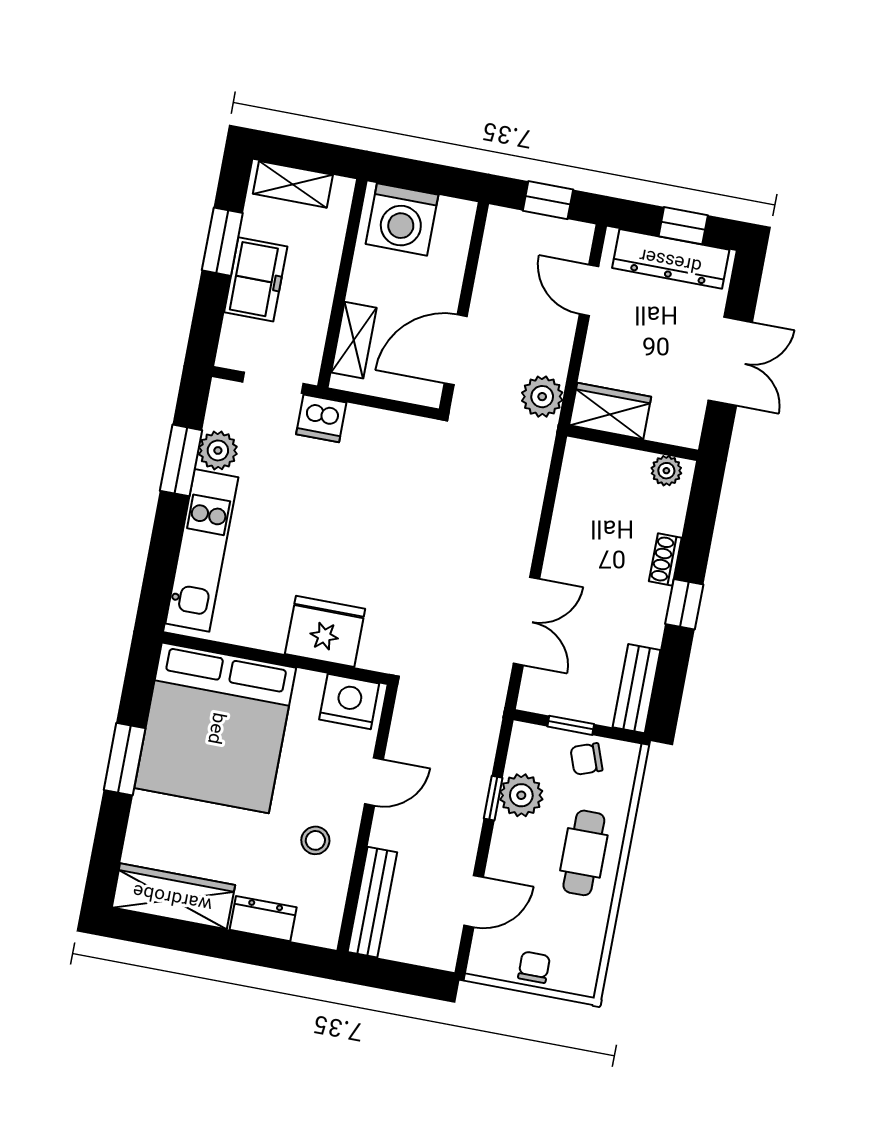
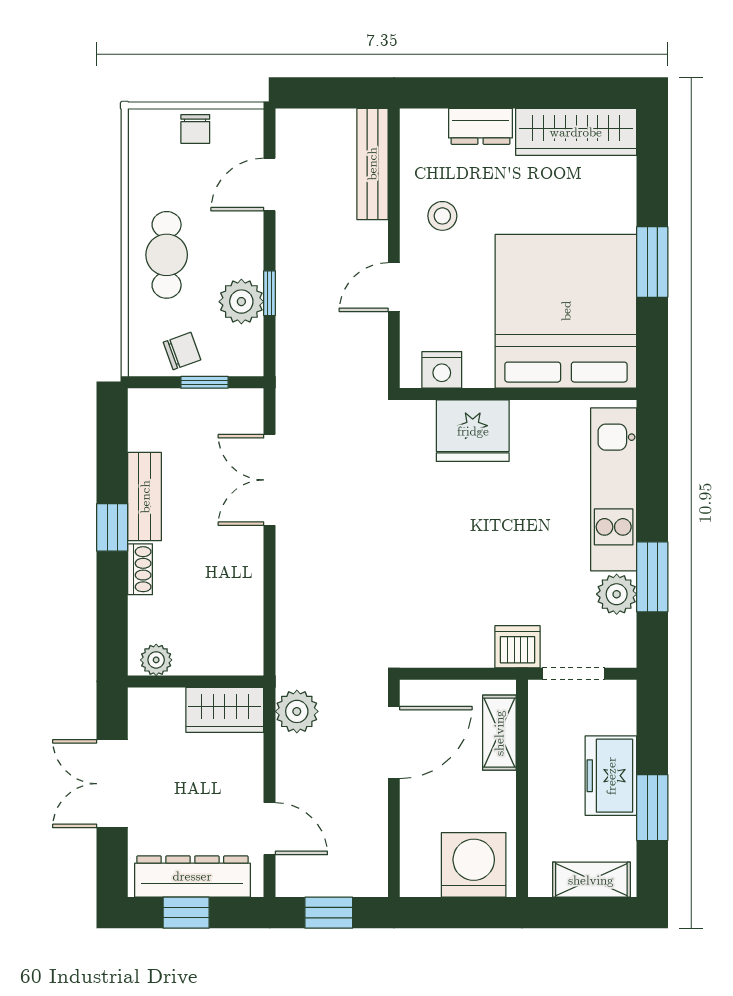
bench: (637, 689) -> (145, 497), moved
nightstand: (349, 702) -> (442, 370), width x0.74, depth x0.75

